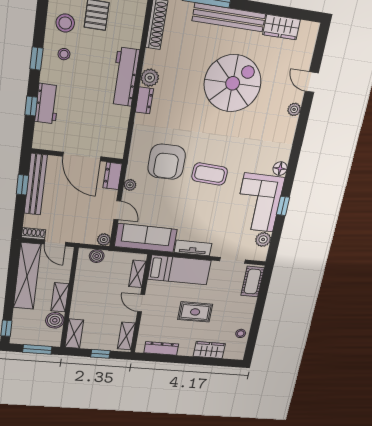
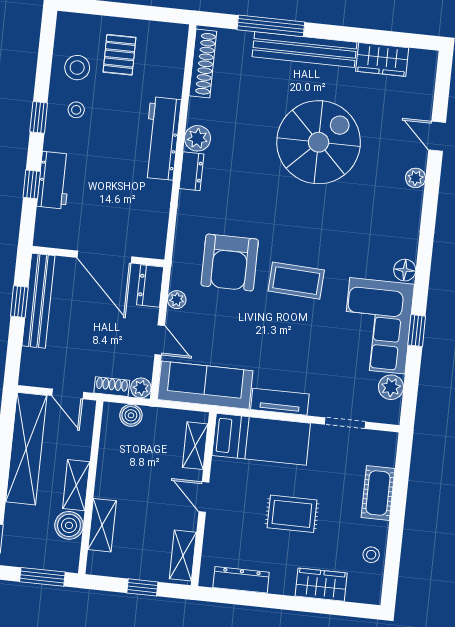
shoe rack: (34, 234) -> (112, 387), moved
cot: (253, 281) -> (378, 493), moved
shelving: (74, 334) -> (102, 525), moved

